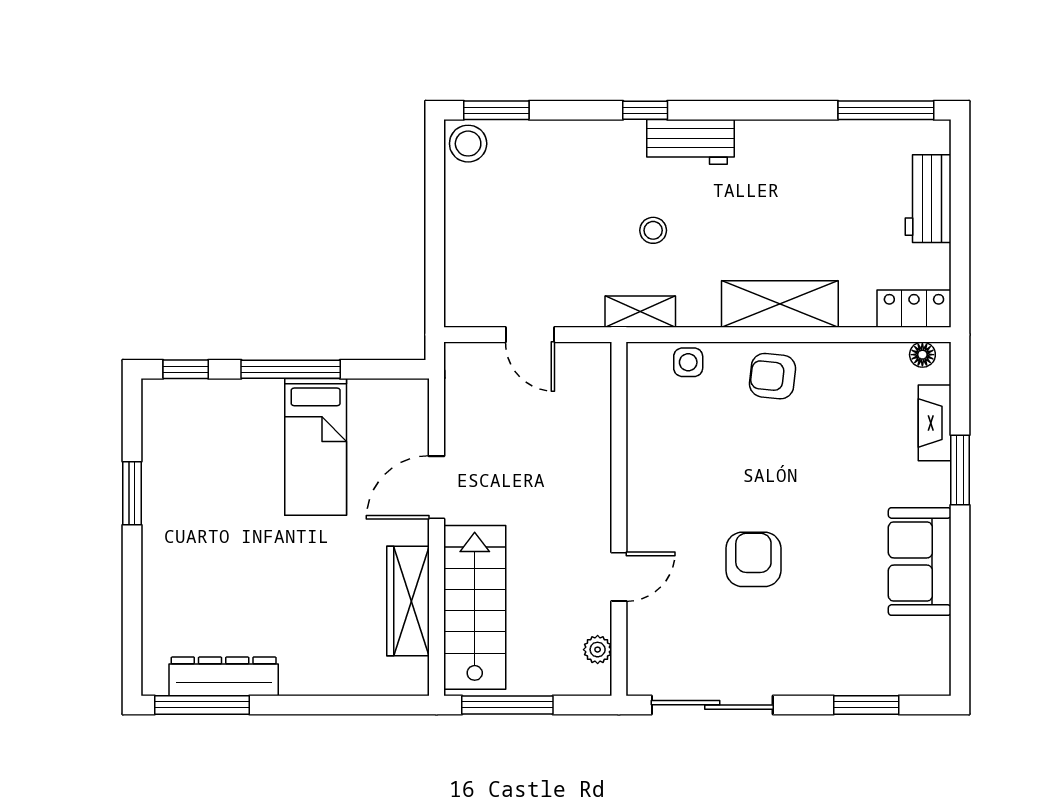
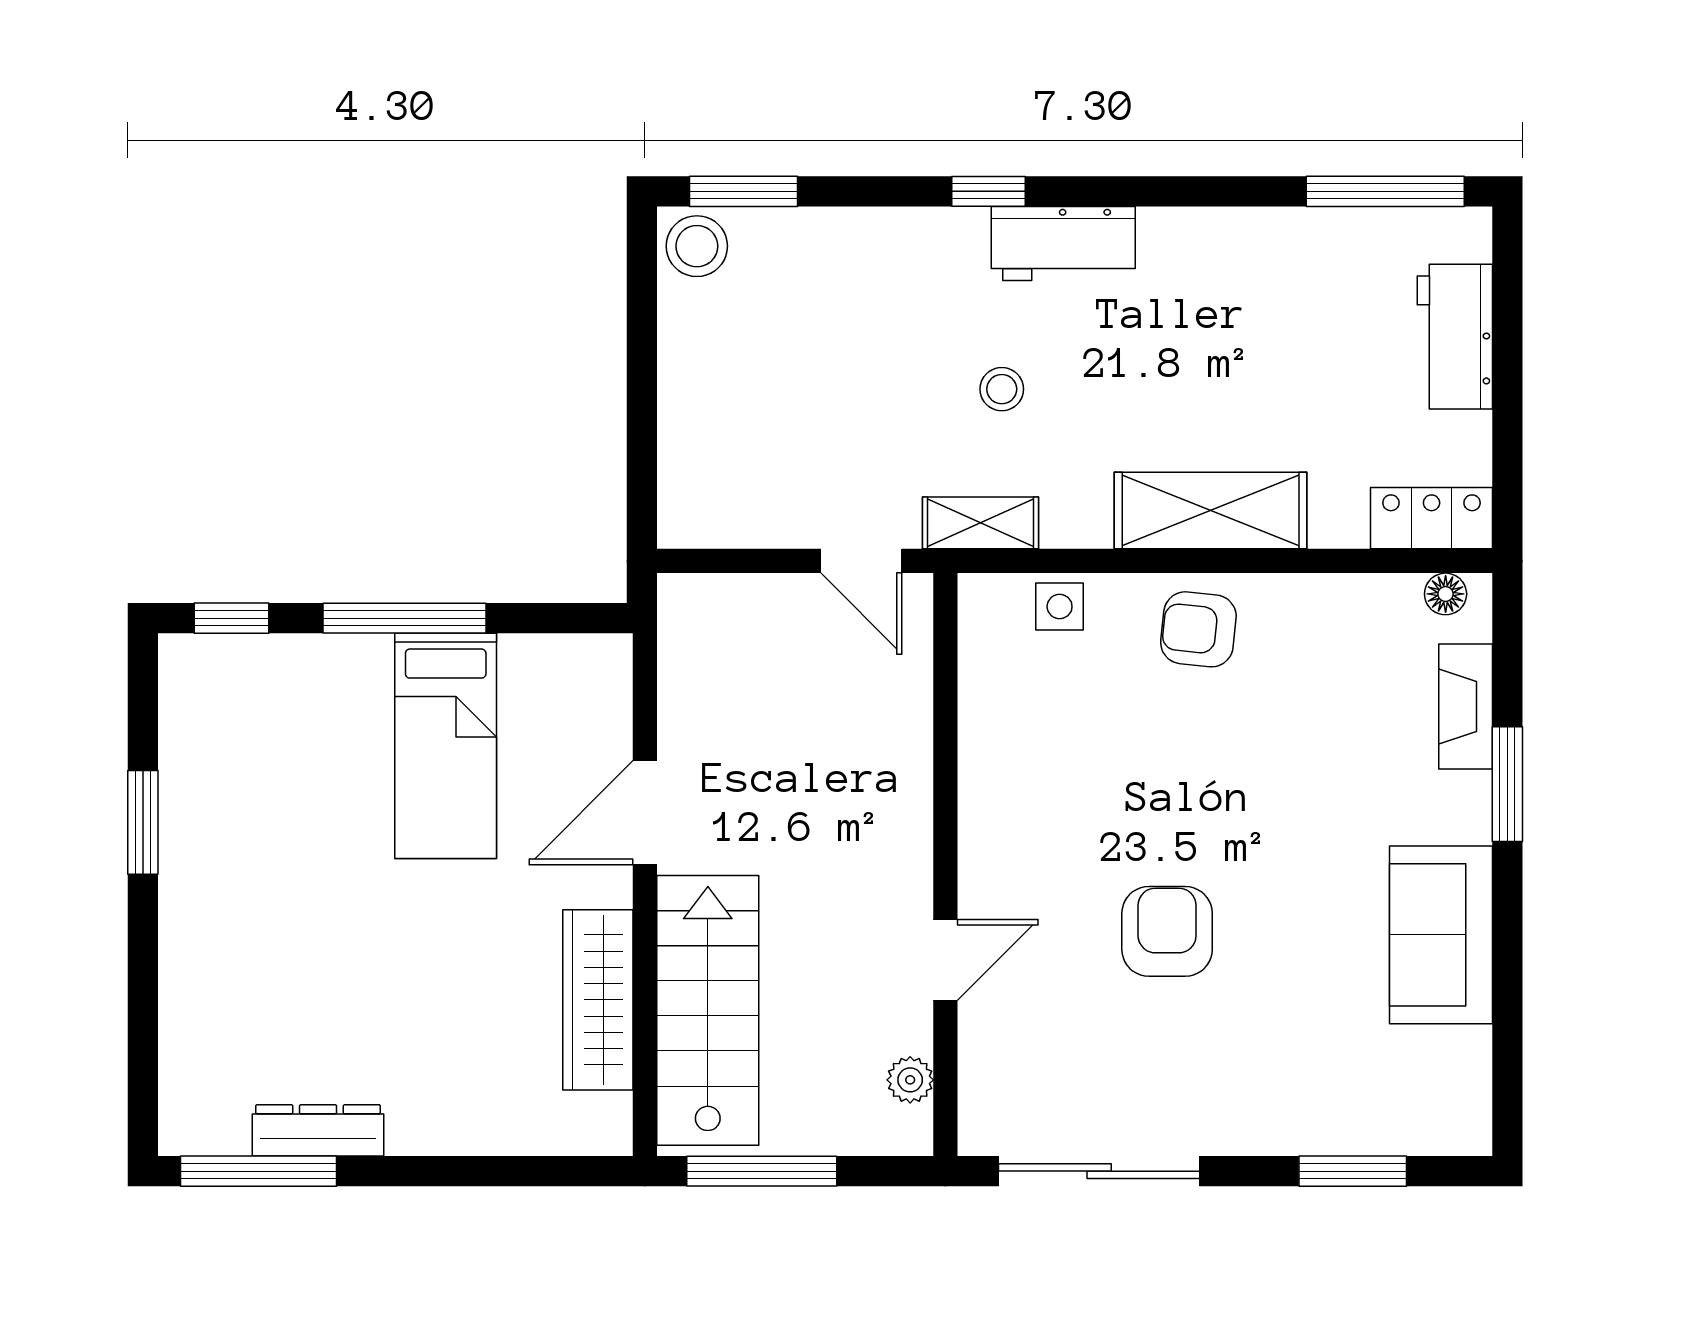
door: (530, 335) -> (861, 561), moved
dresser: (224, 676) -> (318, 1130), width x0.73, depth x0.80

